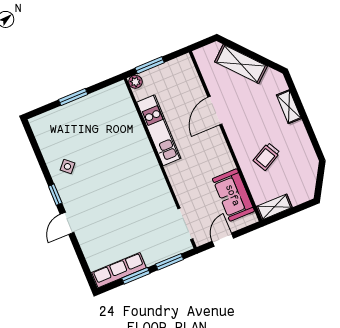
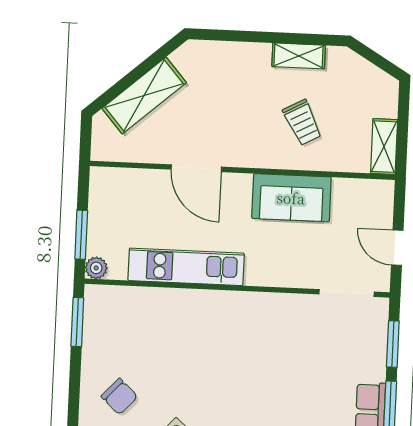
window: (73, 97) -> (77, 322), moved
shelving: (289, 107) -> (299, 56), moved
chair: (72, 127) -> (119, 396), added
sofa: (233, 195) -> (291, 198), moved

